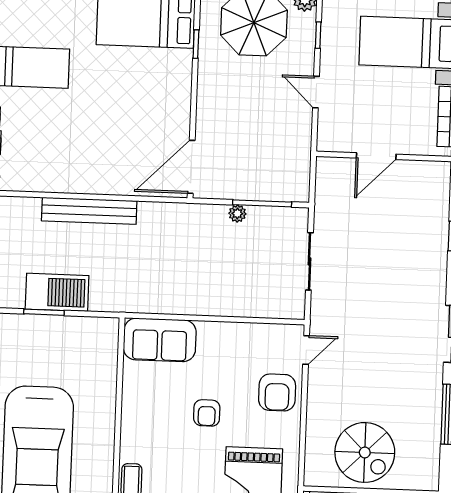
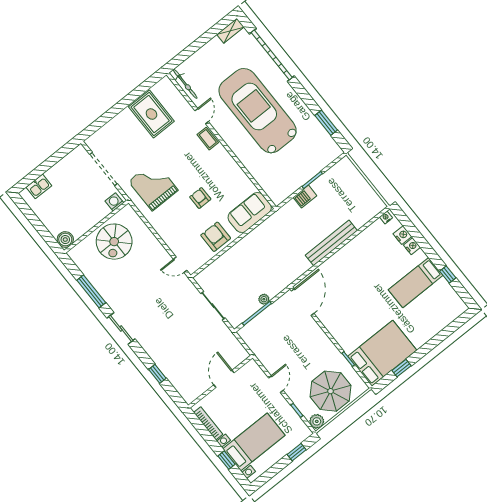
door: (316, 92) -> (276, 384), hinge flipped
barbecue: (57, 292) -> (305, 196), width x0.53, depth x0.65
door: (306, 350) -> (180, 265), hinge flipped
armchair: (277, 392) -> (216, 237), moved
spiral stairs: (365, 452) -> (114, 242), turned -90

